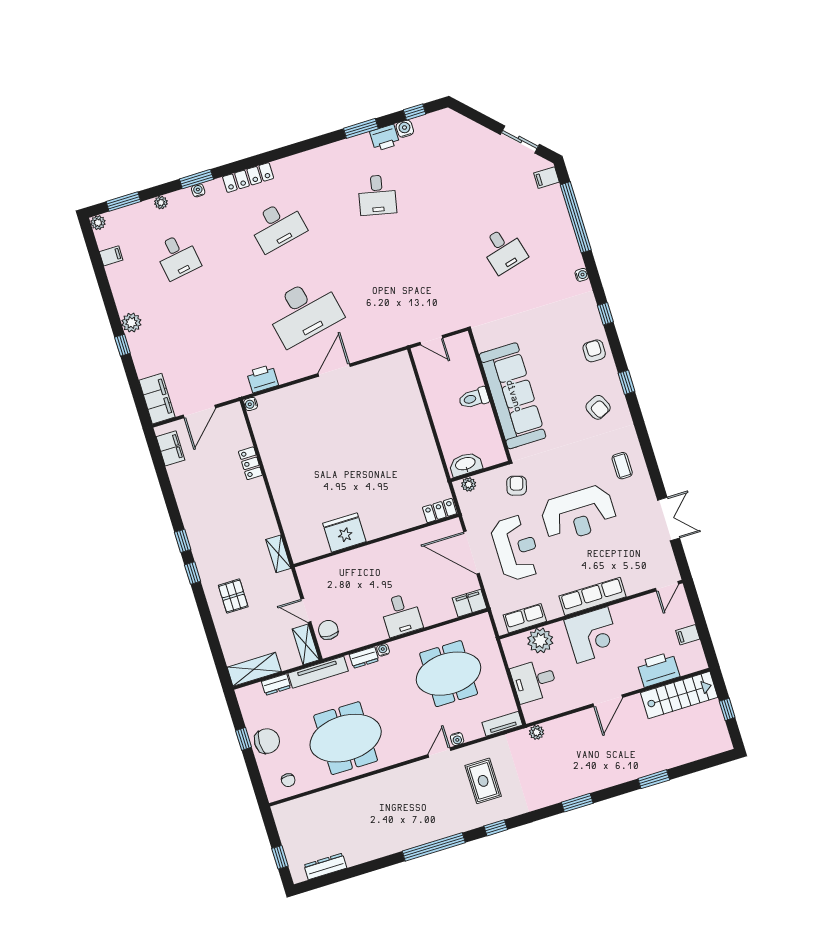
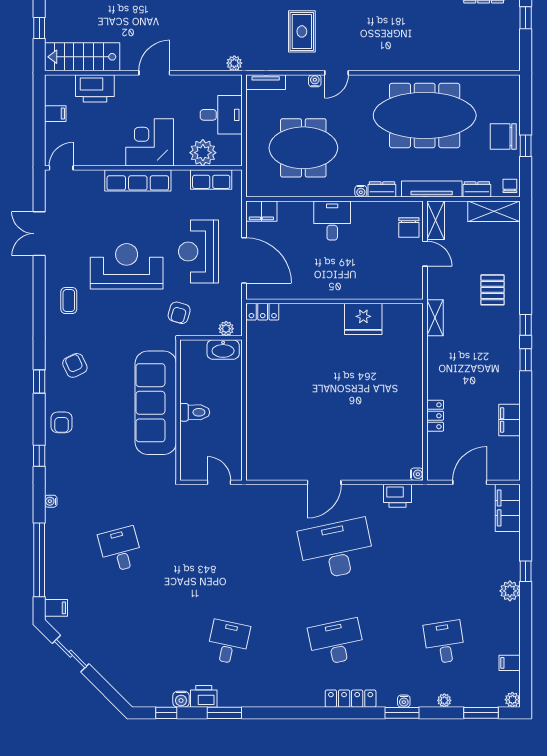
filing cabinet: (170, 448) -> (509, 420), moved
meeting table: (346, 738) -> (425, 115), width x1.36
chair: (288, 780) -> (510, 186), moved

